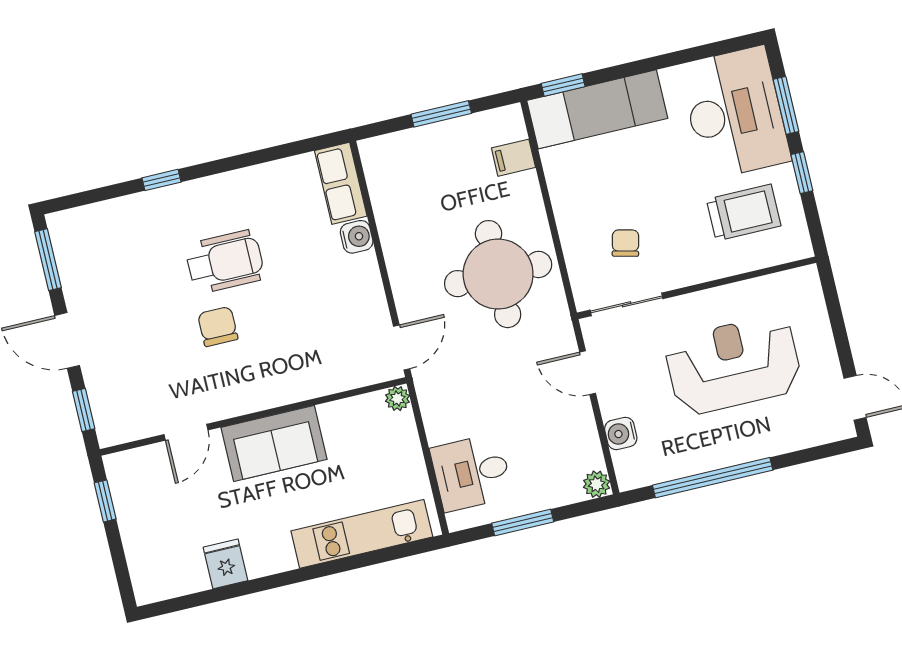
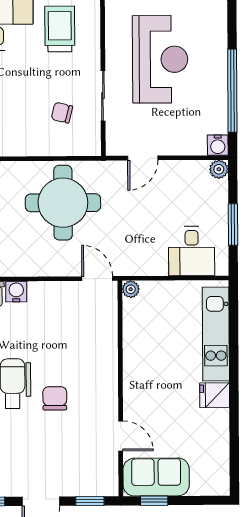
sliding door: (626, 304) -> (103, 96), moved
chair: (218, 326) -> (55, 398), turned 90
reception desk: (733, 365) -> (160, 59), turned 180
water cooler: (621, 433) -> (218, 145), moved
sofa: (274, 443) -> (156, 477), moved, turned -90
fridge: (226, 564) -> (215, 395), moved

